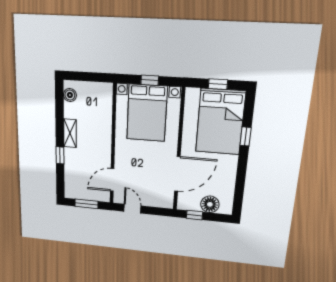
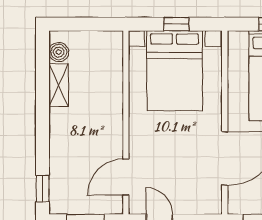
shelving: (70, 133) -> (59, 85), moved
window: (60, 155) -> (43, 189), moved

